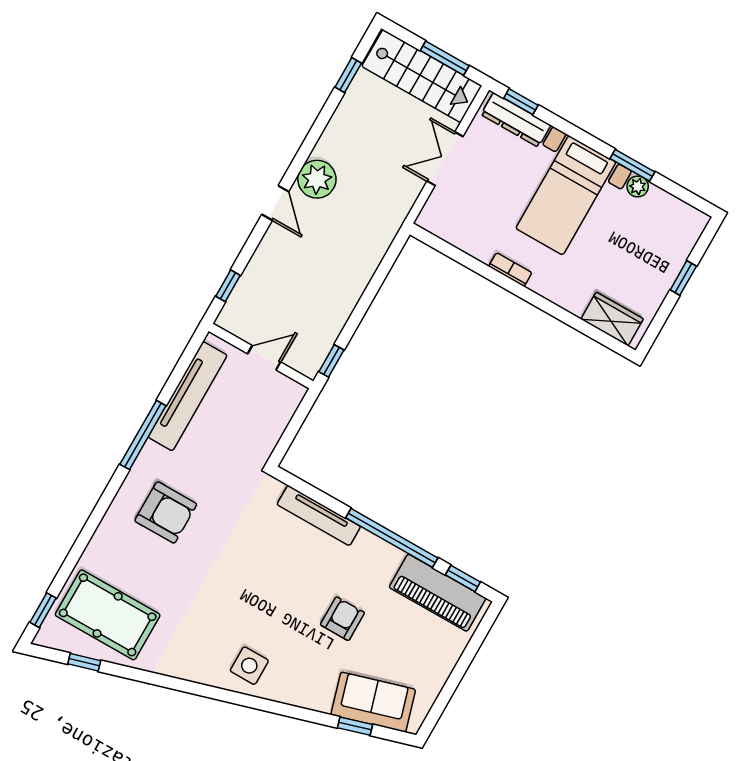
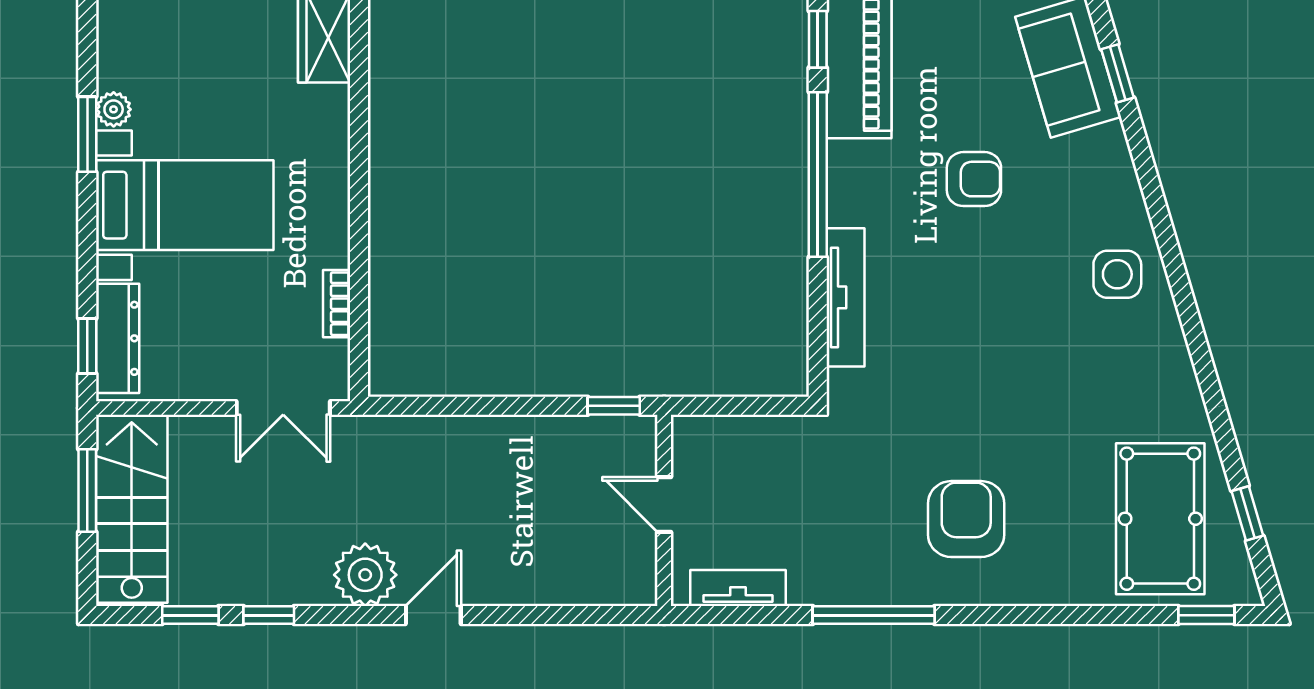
double door: (445, 159) -> (283, 408), moved
bookcase: (510, 270) -> (337, 304), moved
window: (228, 286) -> (269, 615), moved
tv unit: (188, 396) -> (738, 588), width x0.52, depth x0.78
armchair: (342, 619) -> (974, 179), turned 180

